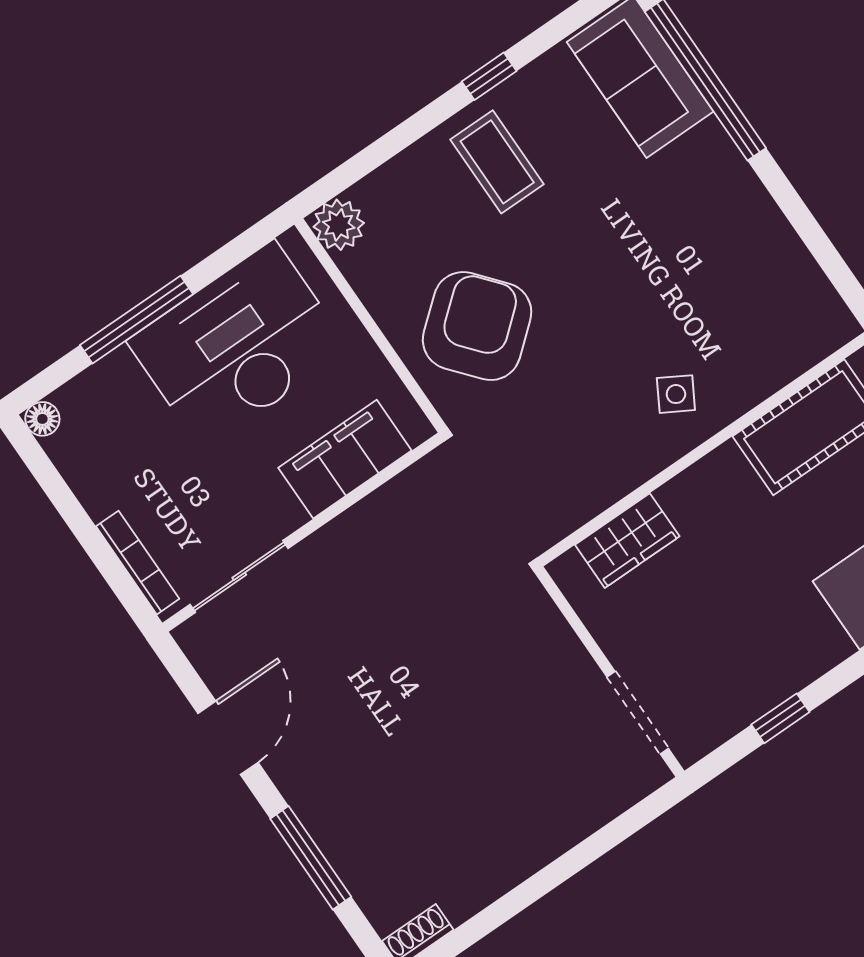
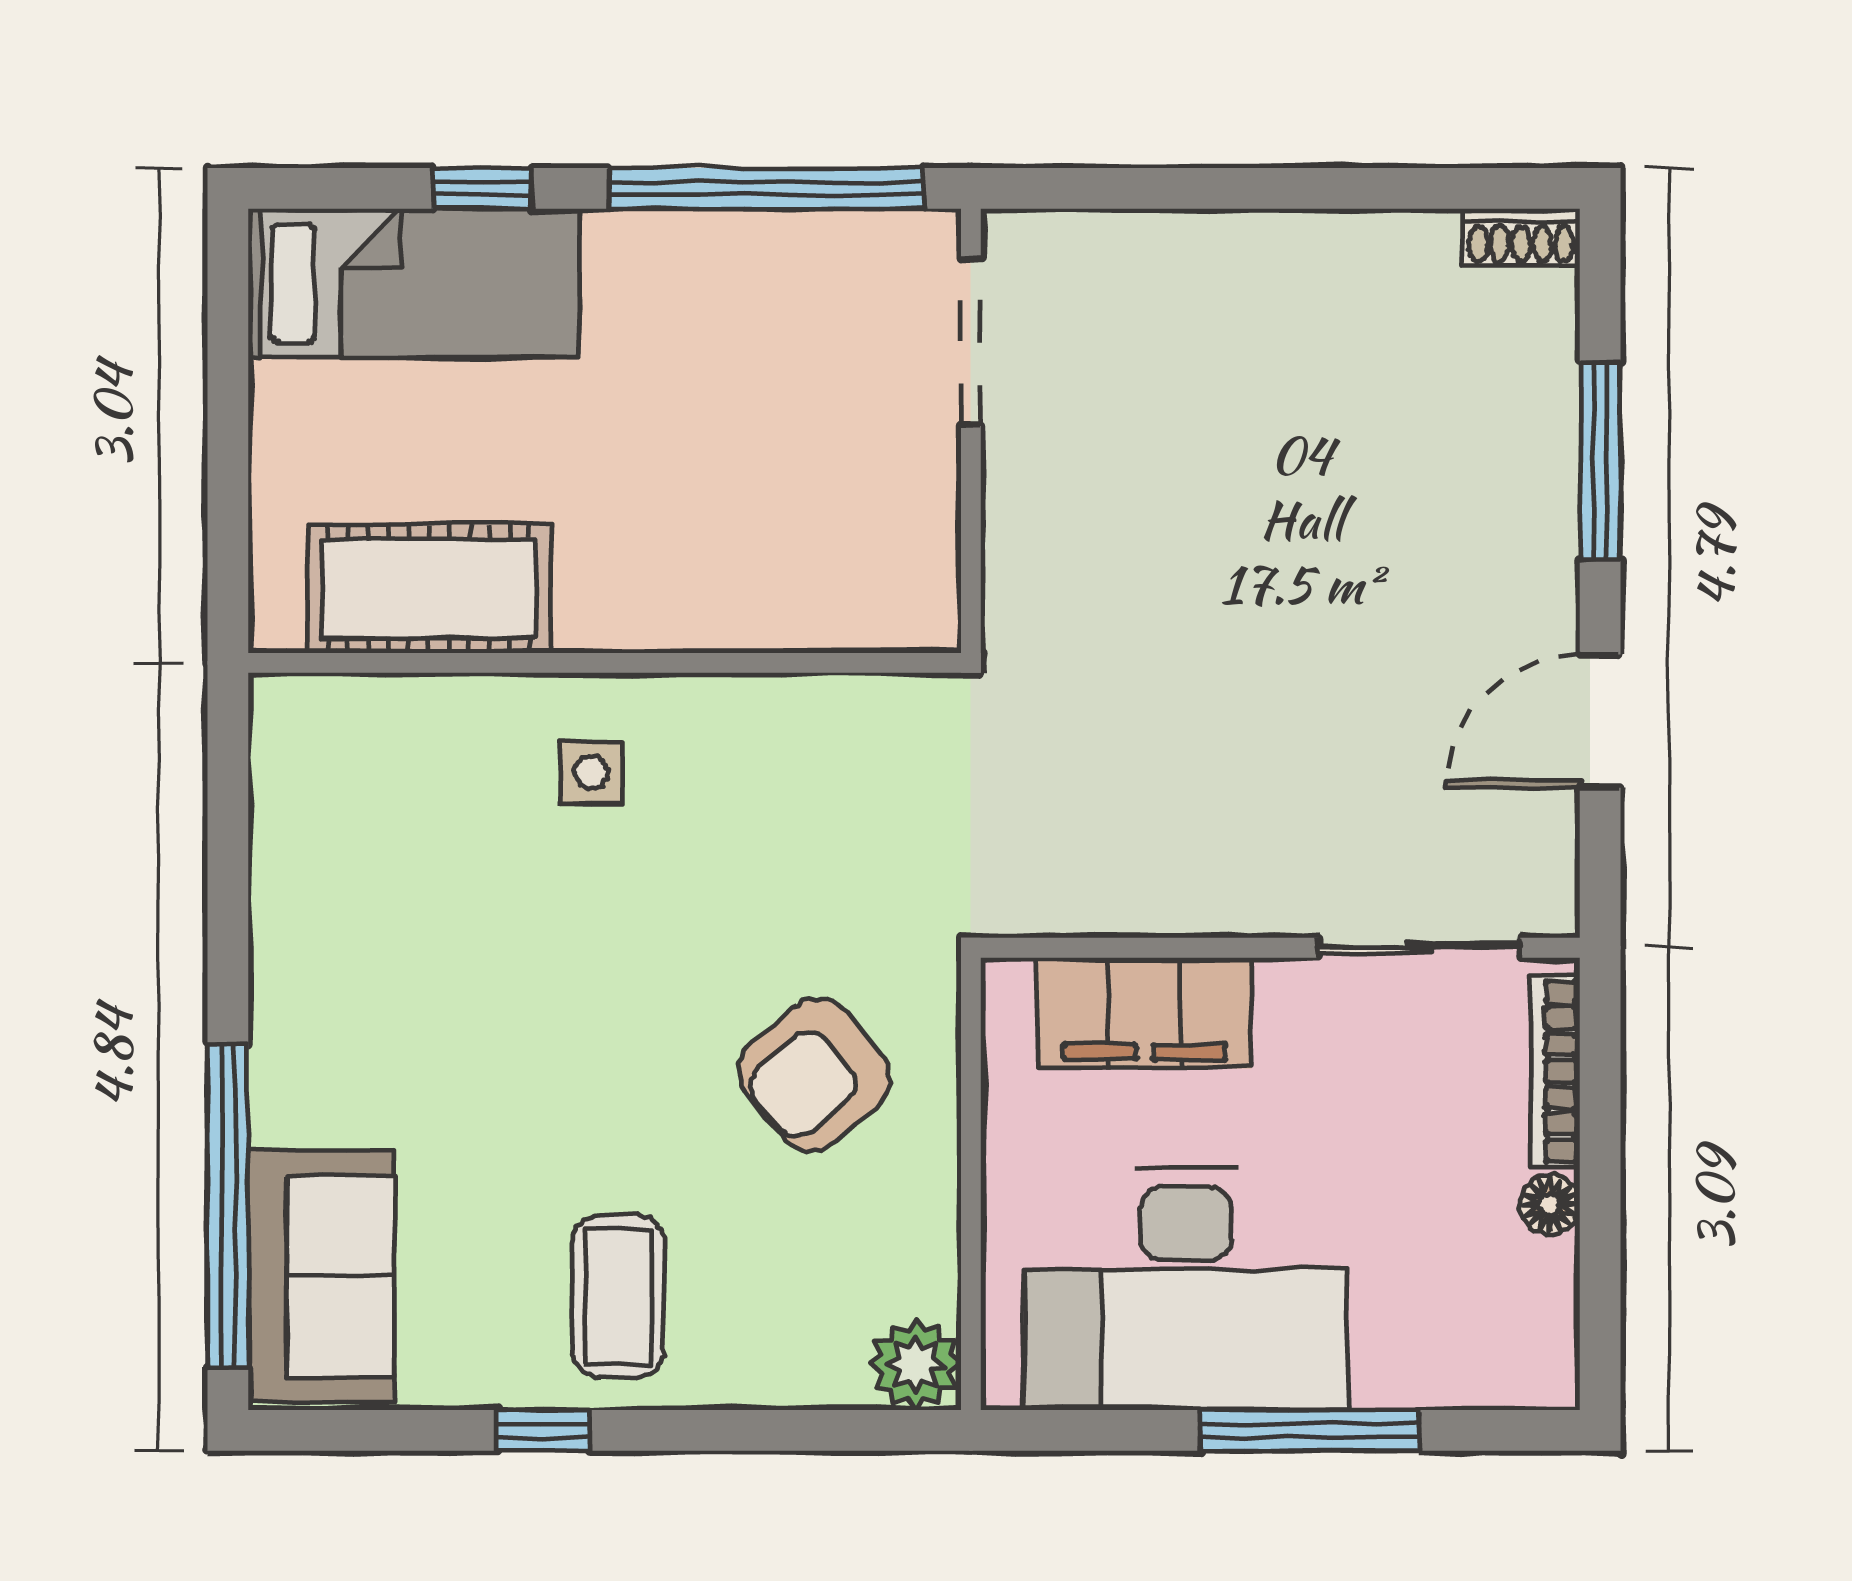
armchair: (477, 326) -> (815, 1075), width x0.73, depth x0.73
side table: (676, 394) -> (591, 772), turned -30
floor lamp: (42, 419) -> (1549, 1204), moved
wardrobe: (627, 541) -> (811, 606), removed
window: (780, 718) -> (766, 188), width x3.17

